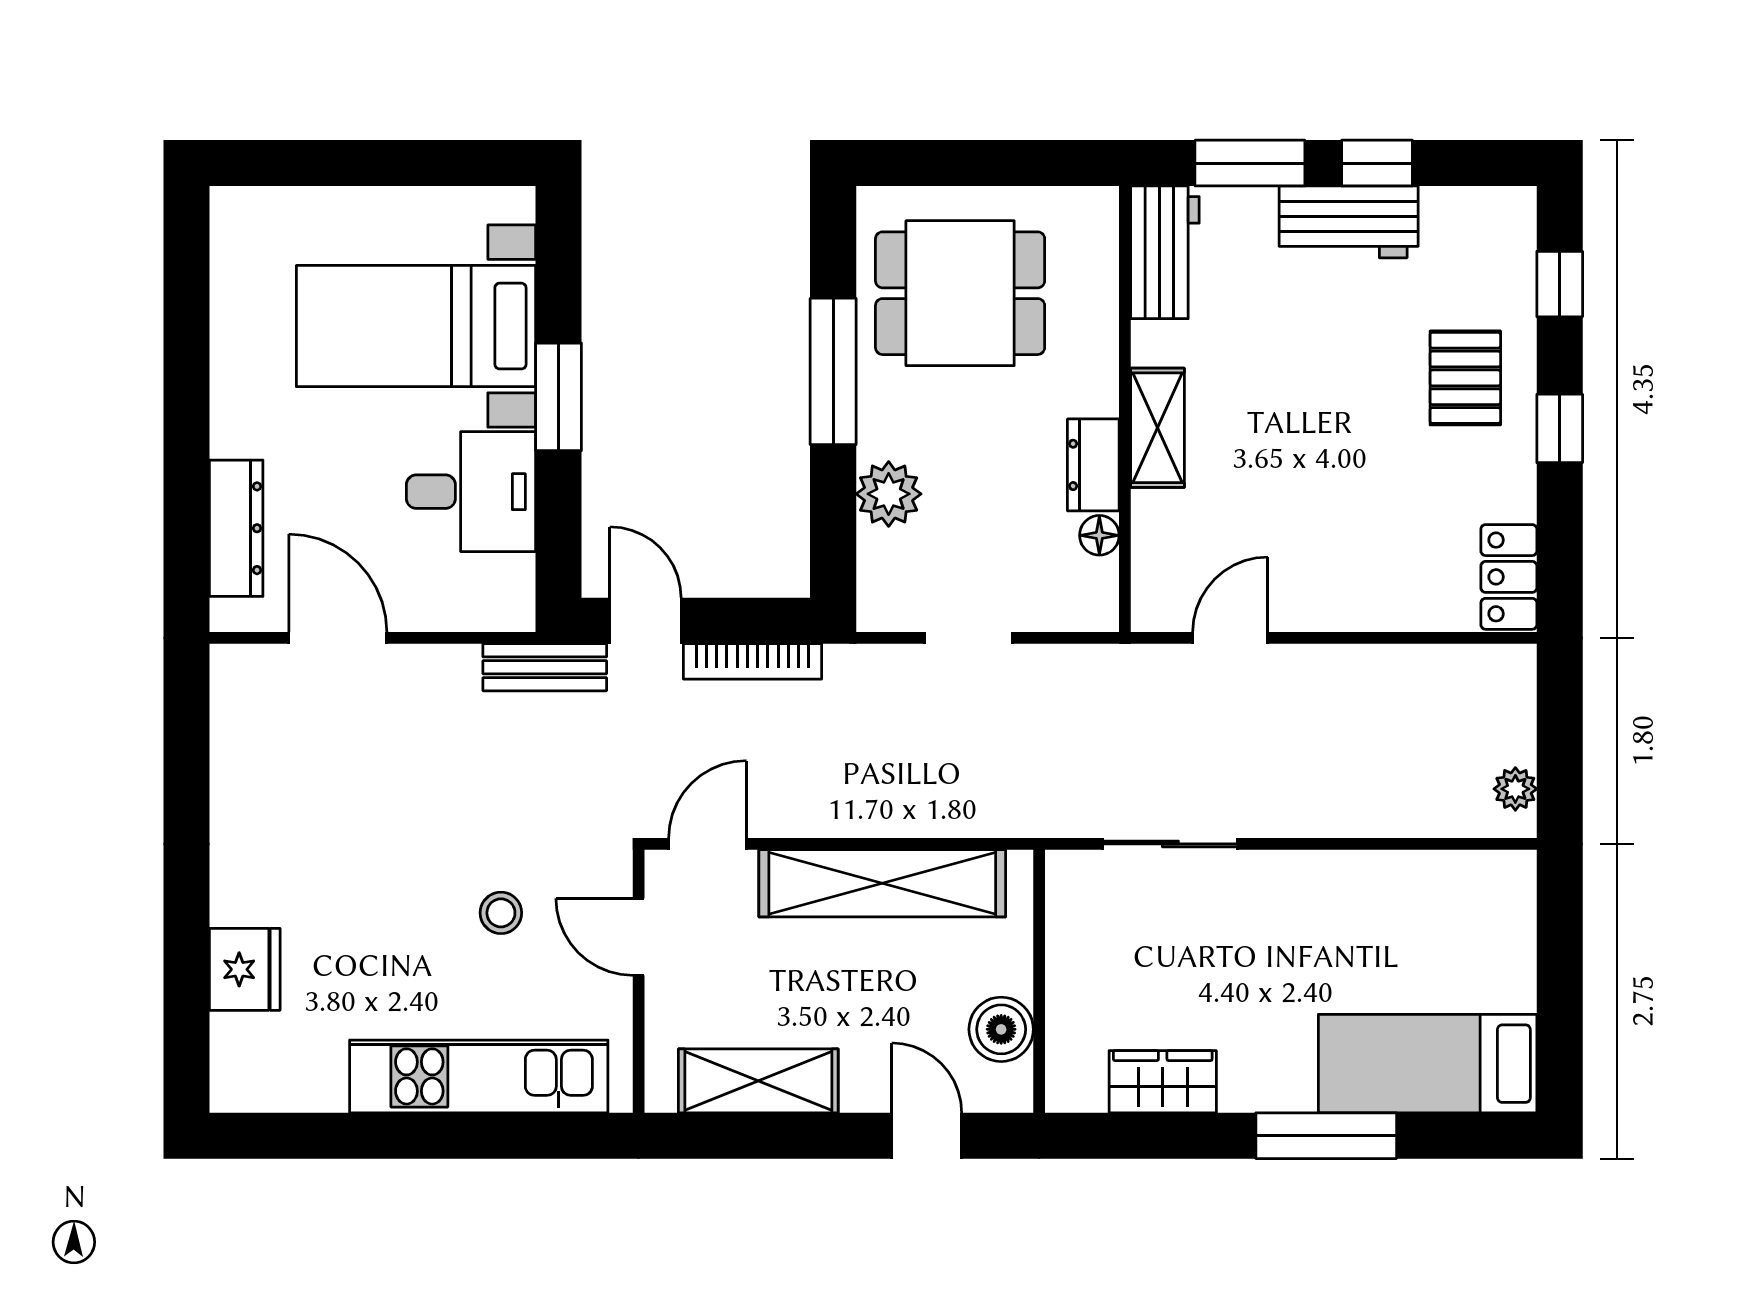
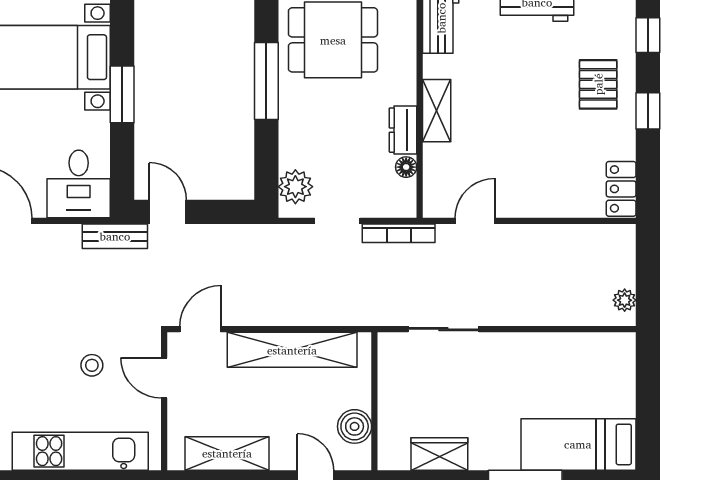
desk: (471, 492) -> (79, 184), moved, turned 90
plant: (889, 494) -> (295, 187), moved
bookcase: (753, 661) -> (399, 233), moved

